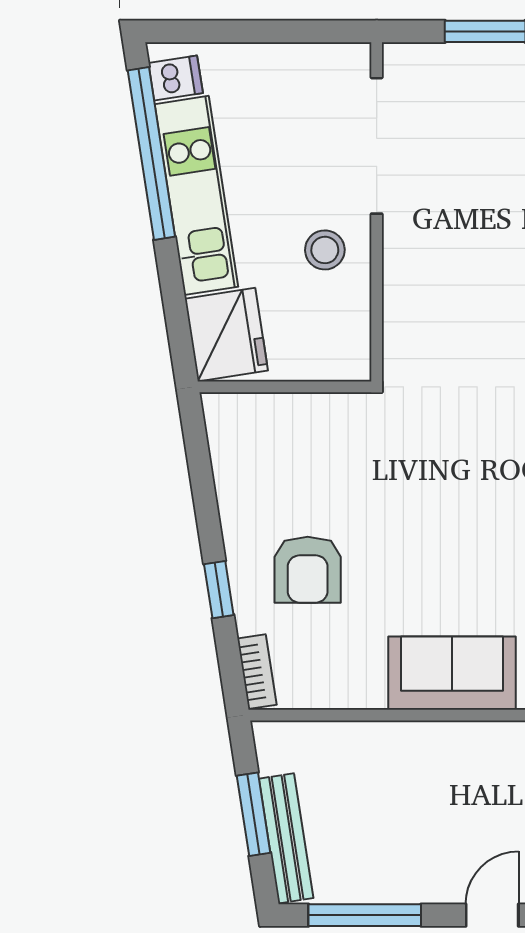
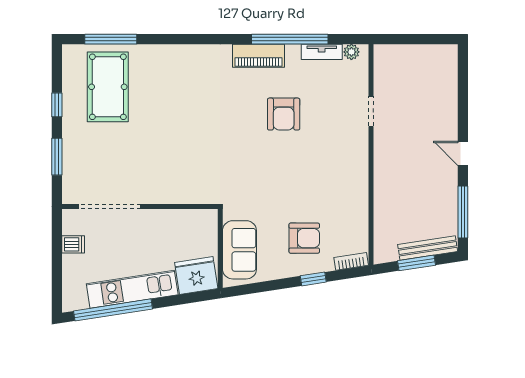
dishwasher: (176, 78) -> (73, 244), moved, turned 99
stool: (325, 250) -> (157, 230), removed
sofa: (452, 673) -> (239, 250), moved, turned 180

